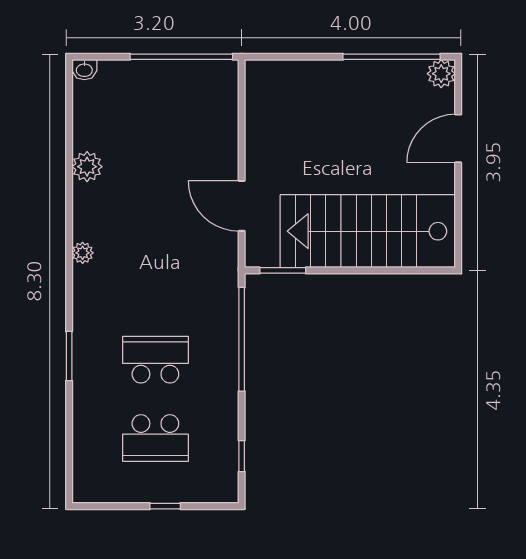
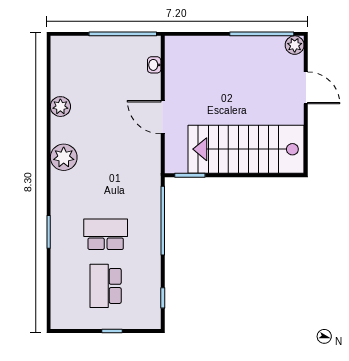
washbasin: (84, 70) -> (154, 65), moved, turned 90
door: (458, 138) -> (306, 88), swing flipped
door: (242, 206) -> (163, 117), moved
plant: (83, 253) -> (64, 157), width x1.87, depth x1.87
school desk: (155, 438) -> (106, 286), turned 90

